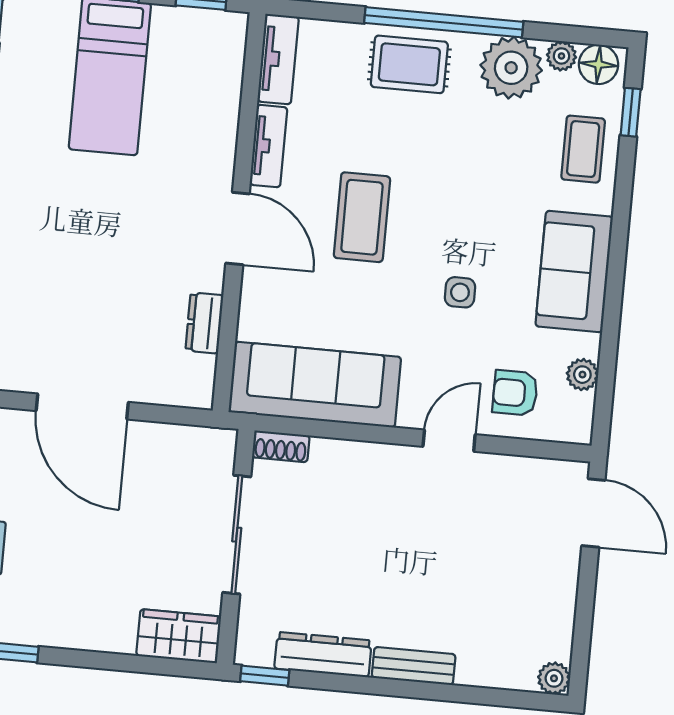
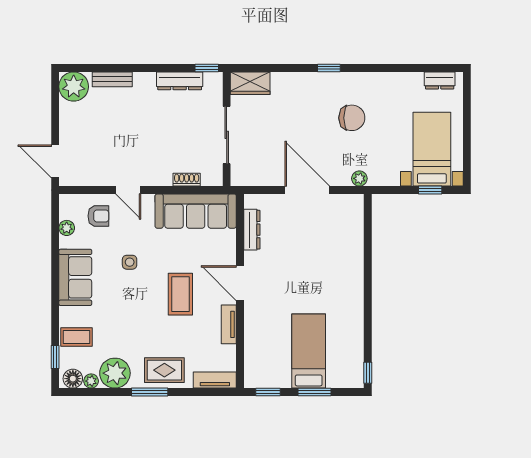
window: (444, 22) -> (150, 392), width x0.47
tv unit: (278, 59) -> (215, 380), moved, turned 90
coffee table: (583, 149) -> (76, 337), turned 90
dresser: (204, 323) -> (252, 230), width x1.44
door: (449, 441) -> (128, 190), hinge flipped
shoe rack: (281, 446) -> (187, 180), moved
bench: (414, 666) -> (112, 79), moved
plant: (554, 678) -> (74, 87), width x1.88, depth x1.88

